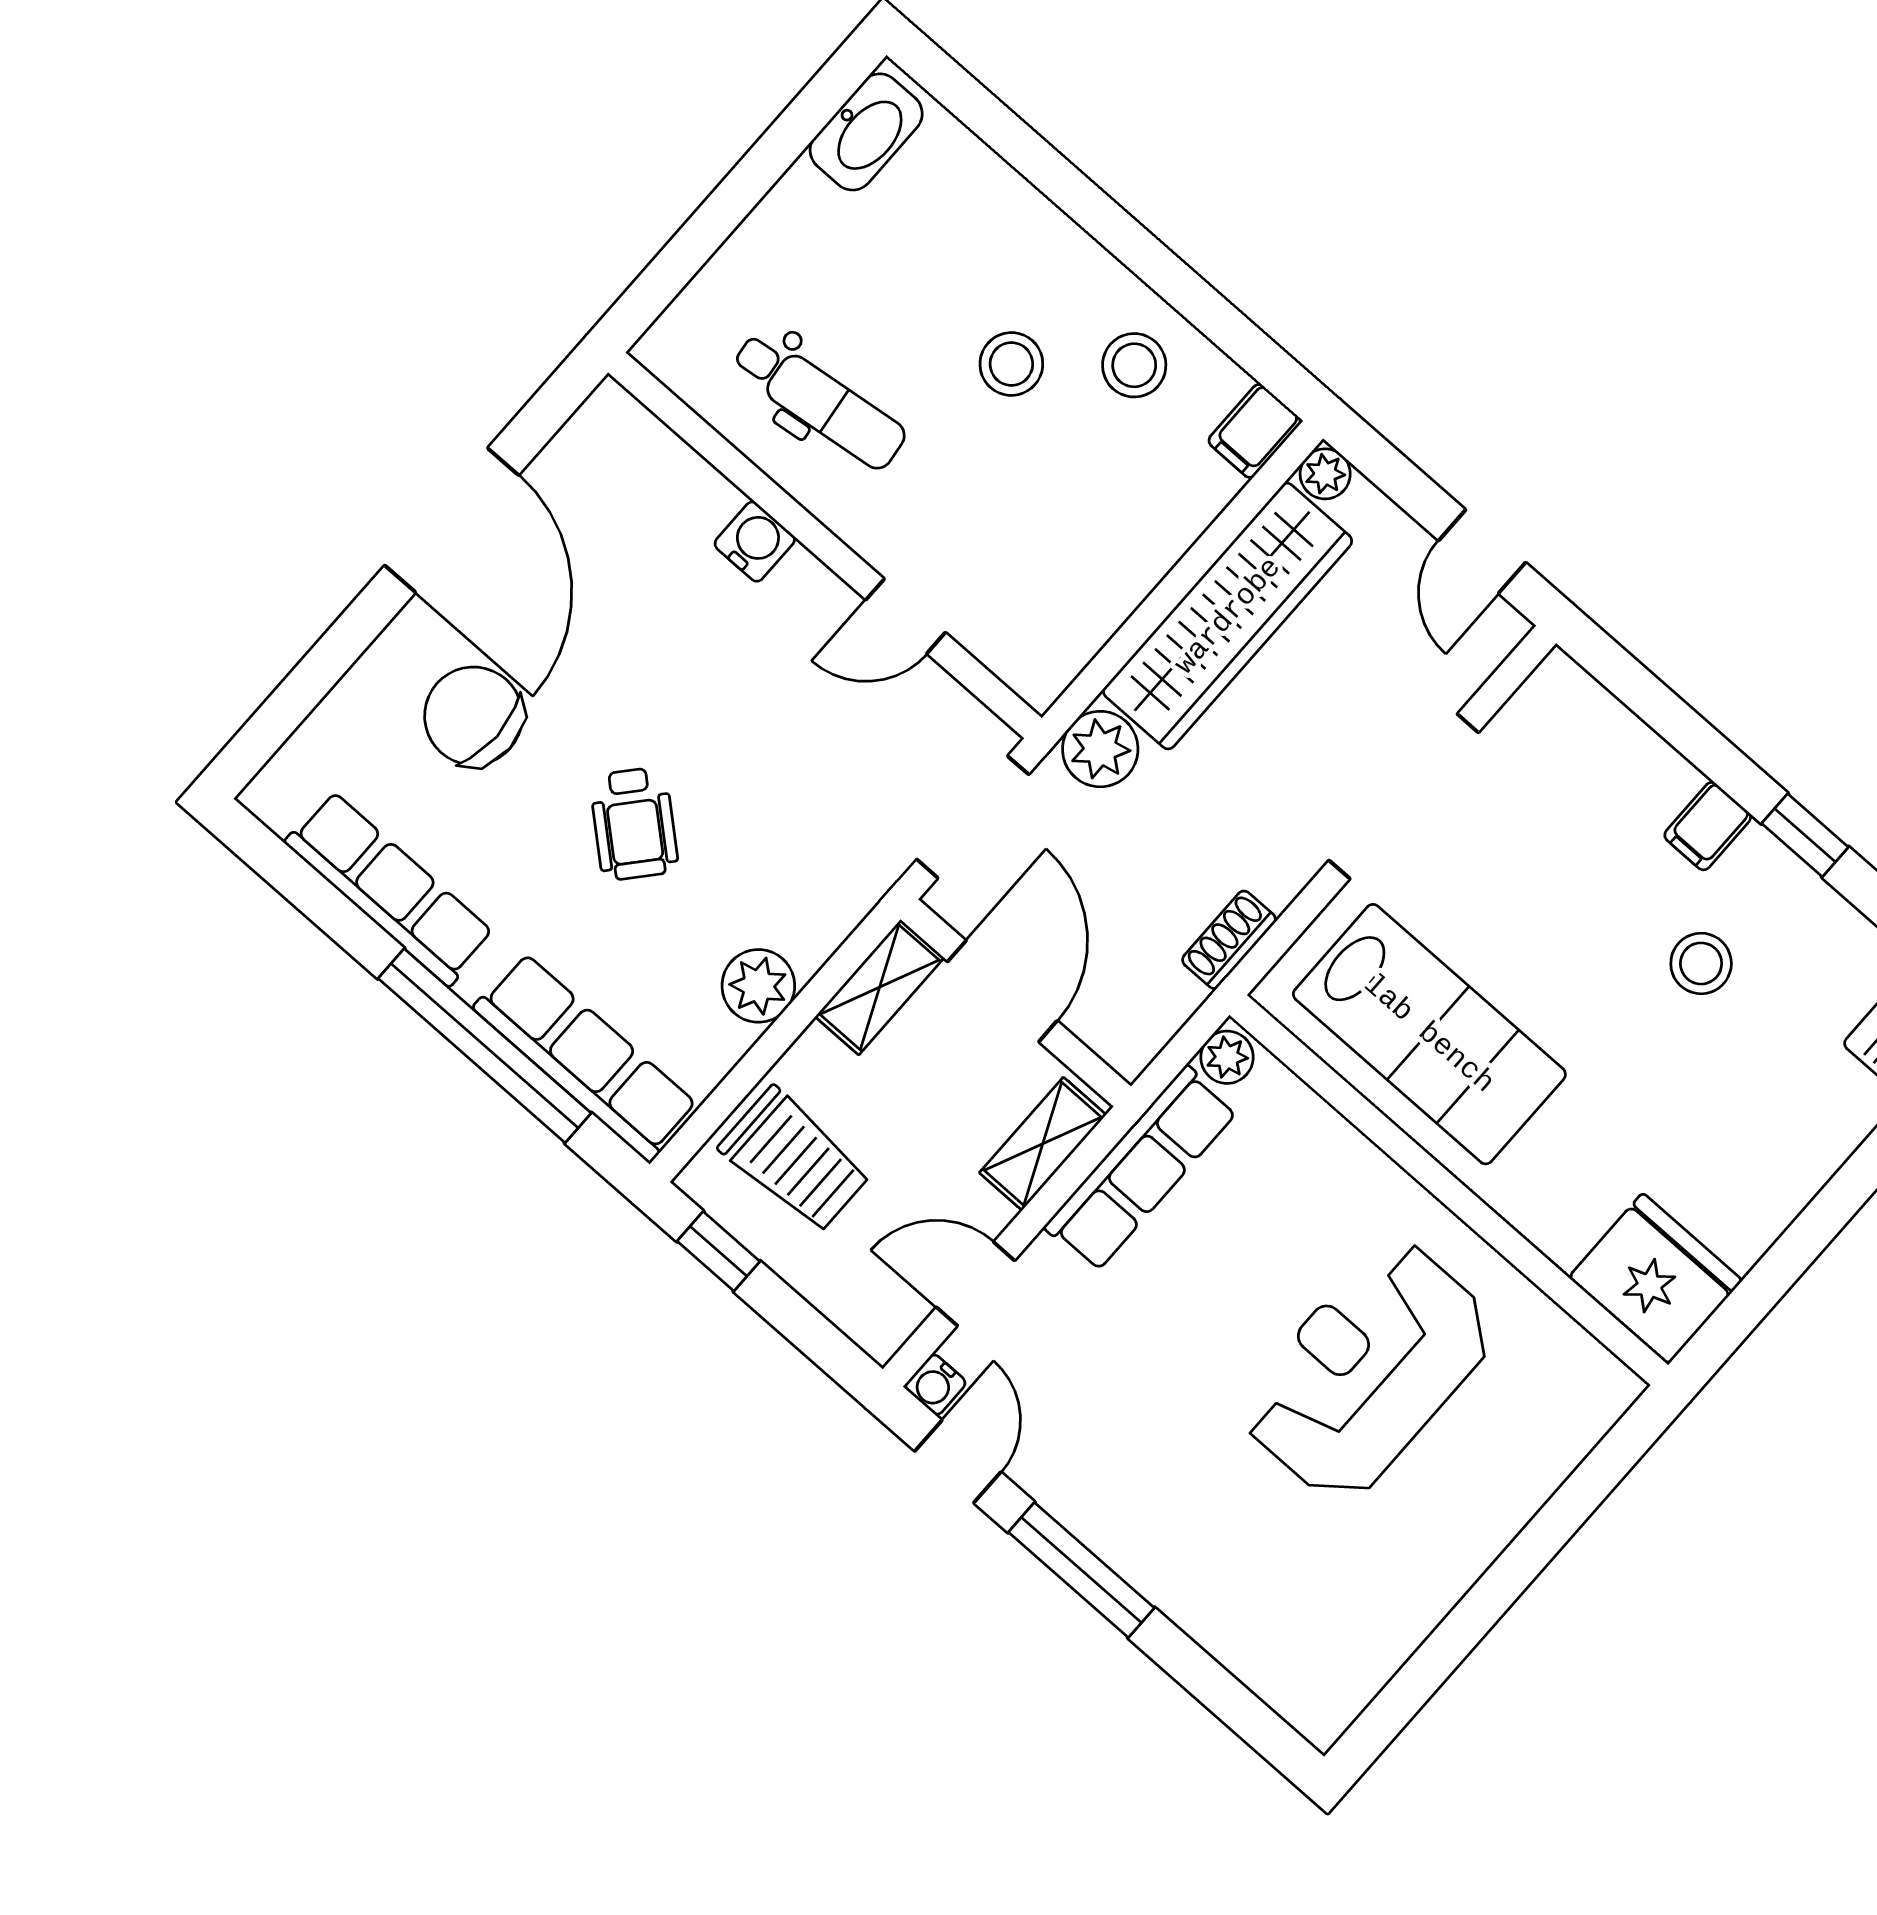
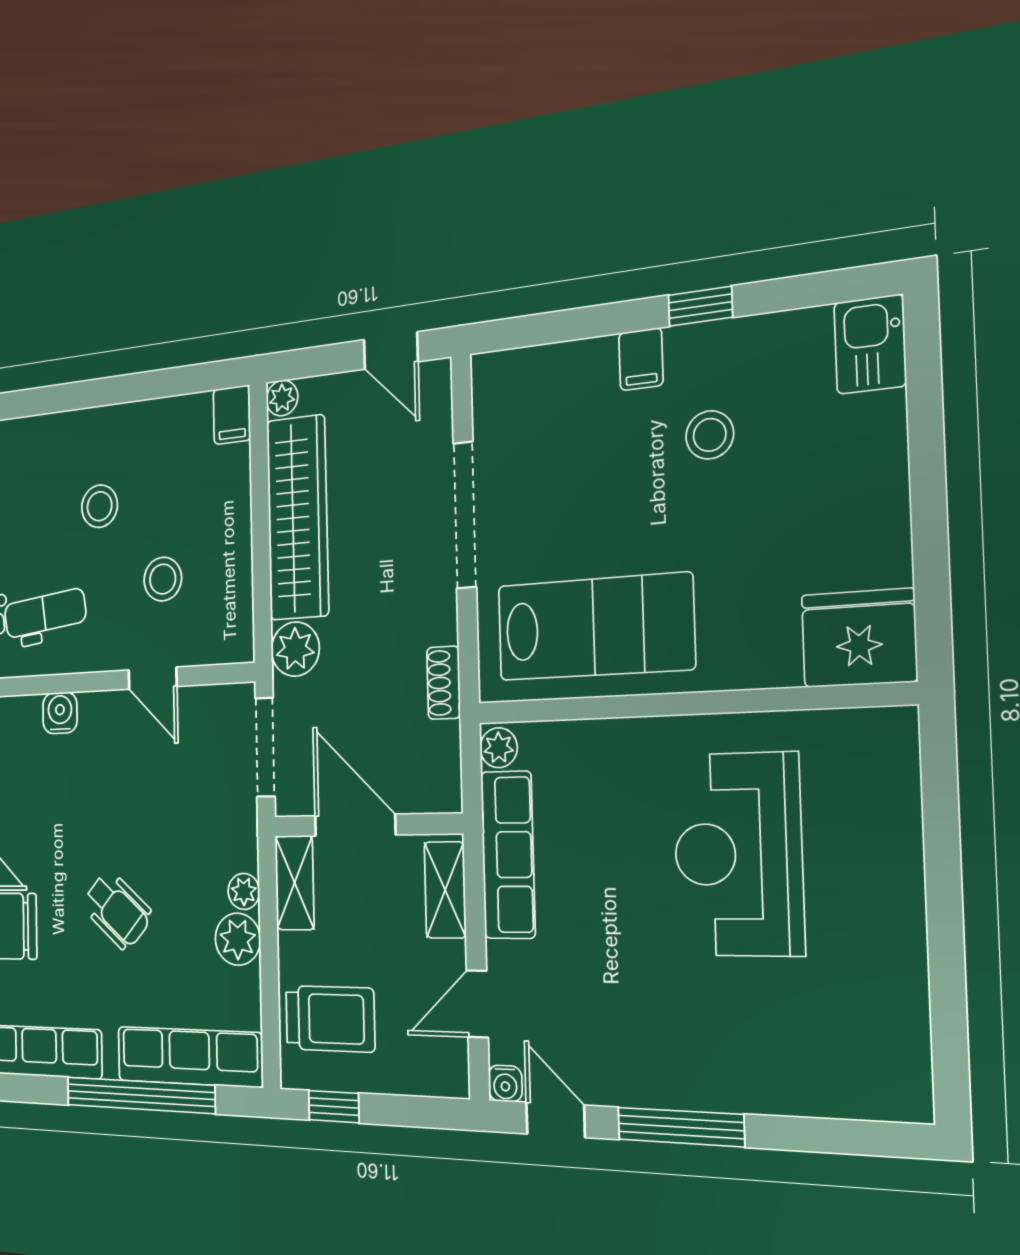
stool: (1134, 365) -> (163, 579), moved
door: (906, 616) -> (153, 678), hinge flipped
plant: (811, 943) -> (244, 891), added

